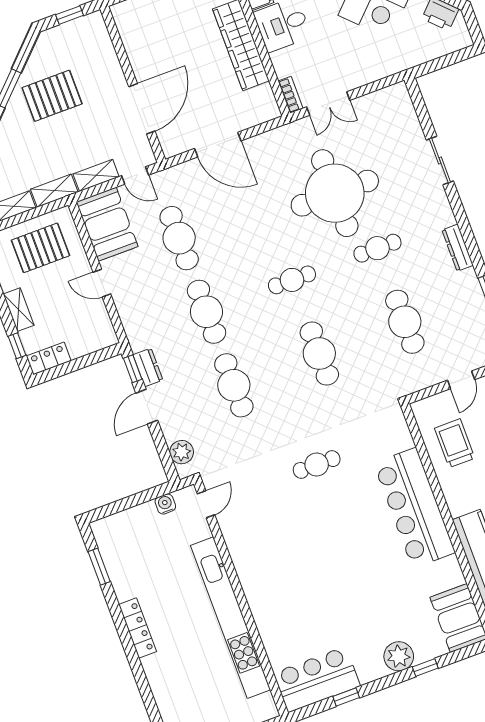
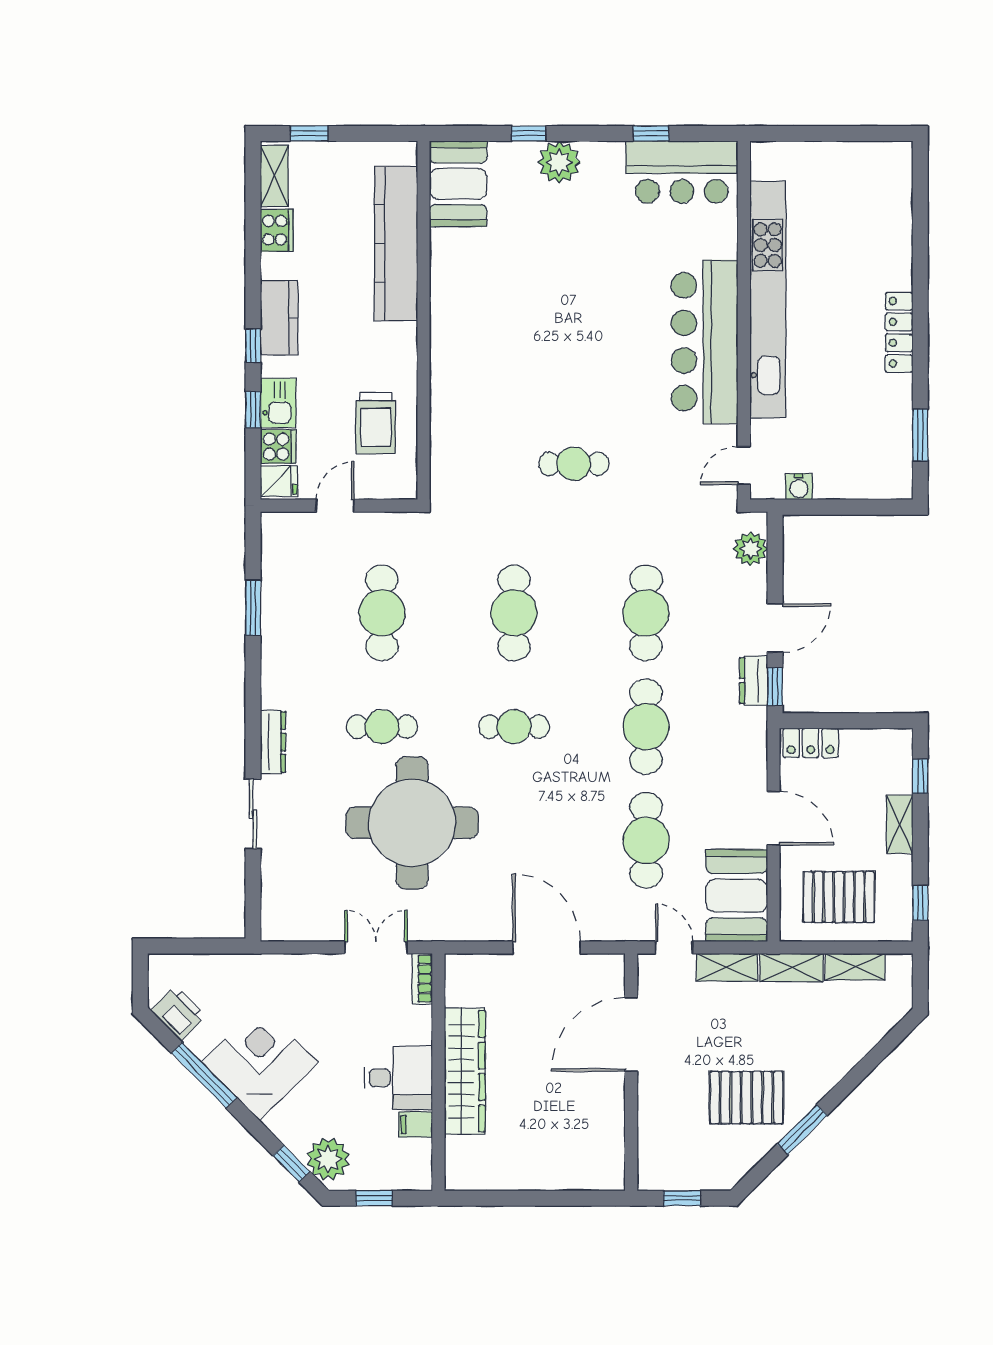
dresser: (458, 248) -> (273, 742), moved
door: (102, 283) -> (773, 818), width x1.38
locker: (49, 358) -> (811, 743), moved
bar counter: (414, 508) -> (705, 342), moved, turned 180

